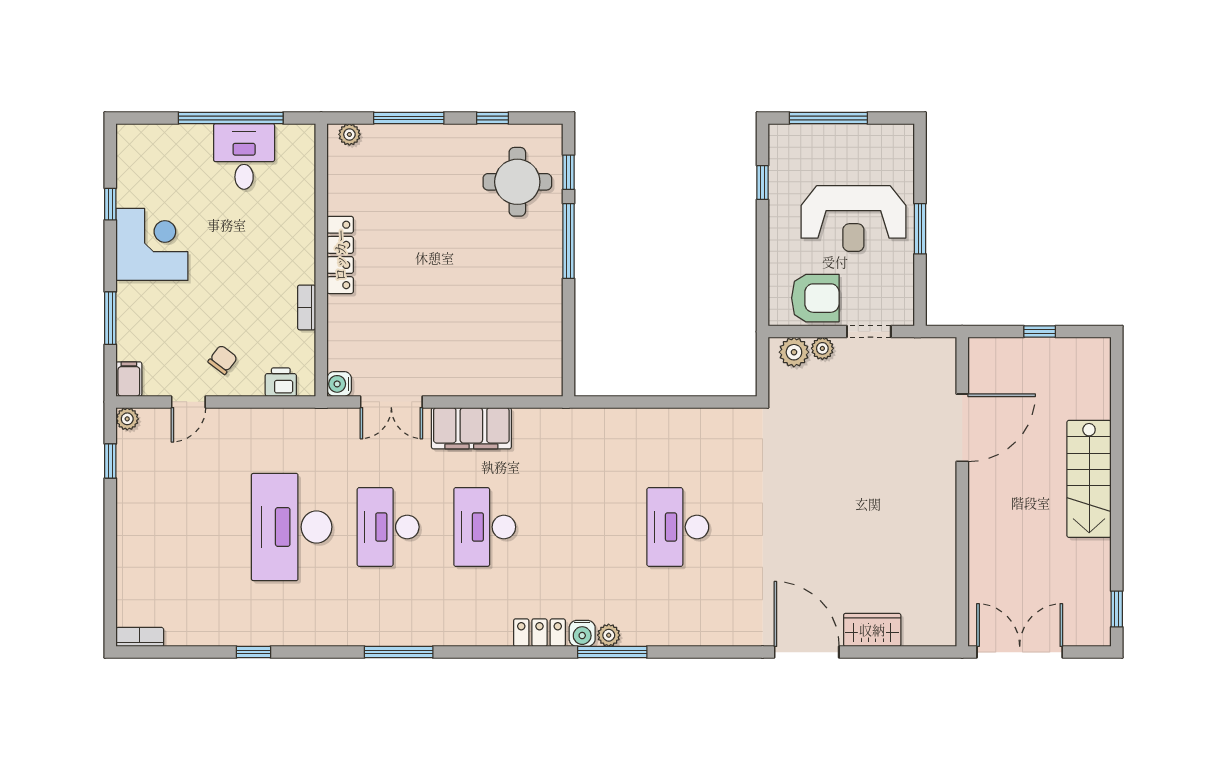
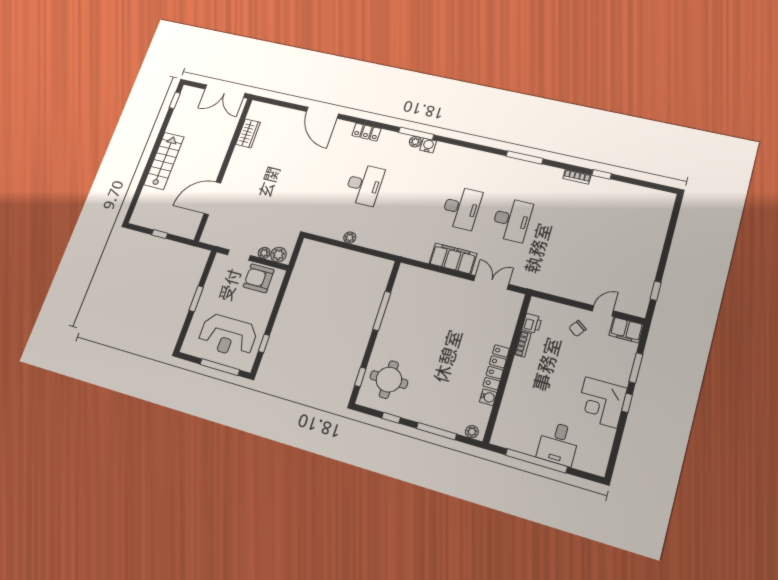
desk: (244, 156) -> (558, 444), moved
window: (110, 204) -> (627, 403), moved
reception desk: (853, 218) -> (228, 336), moved, turned 180
window: (569, 241) -> (382, 311), moved
filing cabinet: (129, 379) -> (626, 330), width x2.00
printer: (281, 382) -> (532, 323), moved, turned -90
water cooler: (339, 384) -> (488, 397), moved
plant: (127, 419) -> (350, 238), moved
desk: (292, 527) -> (564, 232), removed
wardrobe: (872, 630) -> (248, 133), moved, turned -90
locker: (539, 633) -> (366, 132), moved
bookcase: (140, 637) -> (577, 177), moved

